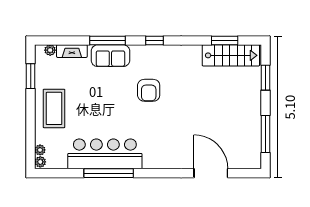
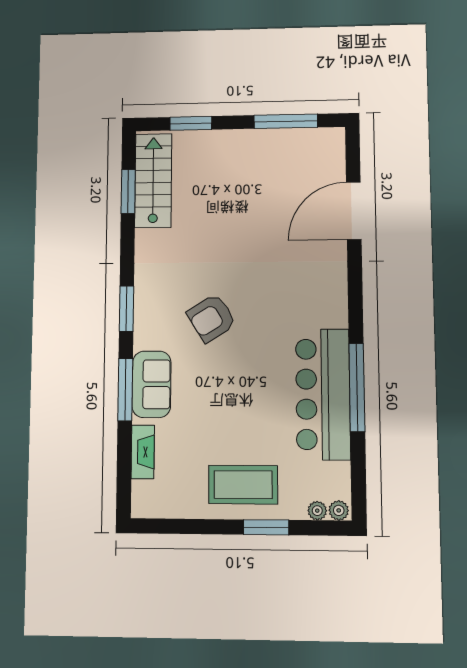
window: (154, 40) -> (126, 309), width x1.50
plant: (50, 50) -> (141, 491), removed
window: (31, 76) -> (266, 527), moved
armchair: (149, 90) -> (211, 318), turned 148

